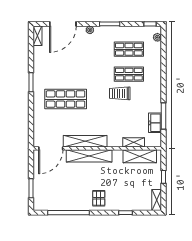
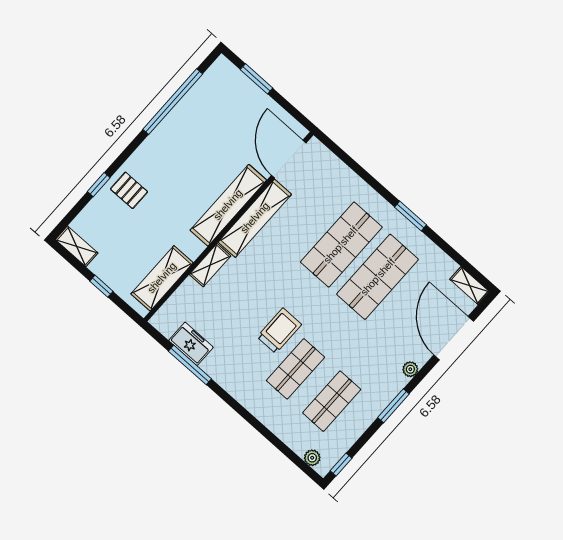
shop shelf: (66, 74) -> (378, 277), added
shelving: (134, 142) -> (210, 265), moved
pallet: (99, 198) -> (129, 190), moved

